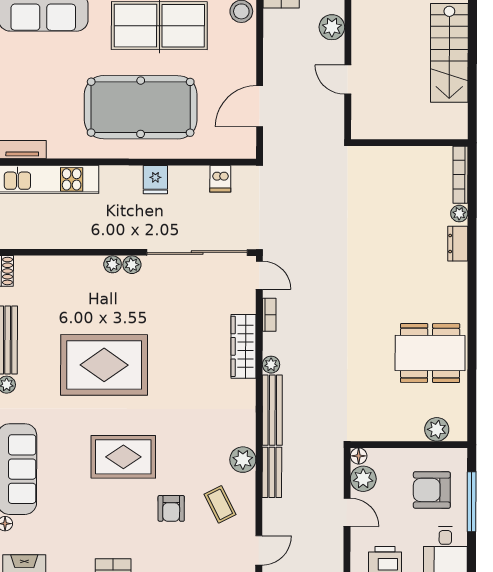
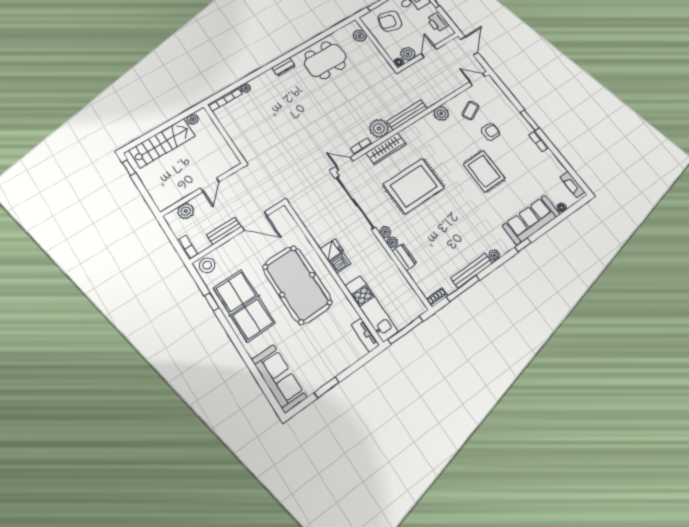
plant: (458, 113) -> (193, 119), added
dishwasher: (220, 179) -> (340, 263), moved
dresser: (458, 244) -> (284, 67), moved
dresser: (83, 266) -> (404, 257), added
door: (259, 275) -> (345, 164), hinge flipped
dining table: (430, 353) -> (325, 60), turned 90
rug: (104, 365) -> (414, 186), moved, turned 90
plant: (271, 365) -> (379, 128), width x1.88, depth x1.88
bench: (272, 472) -> (224, 231), moved
armchair: (432, 490) -> (390, 21), turned 105

